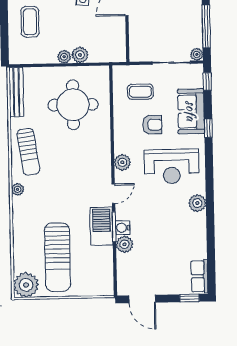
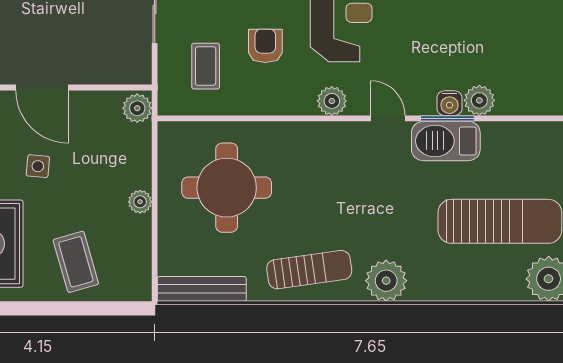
coffee table: (30, 22) -> (76, 262), turned 74
plant: (80, 55) -> (137, 108), moved
plant: (18, 189) -> (386, 281), width x1.88, depth x1.88

